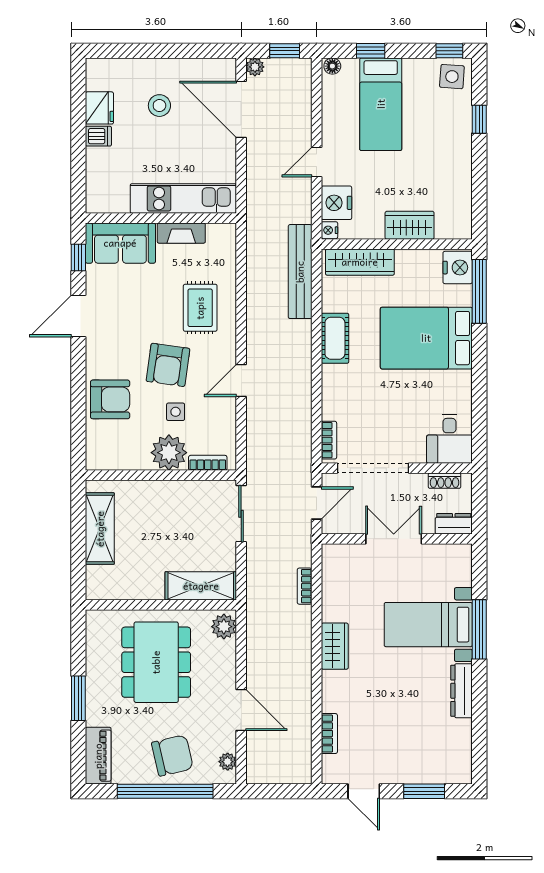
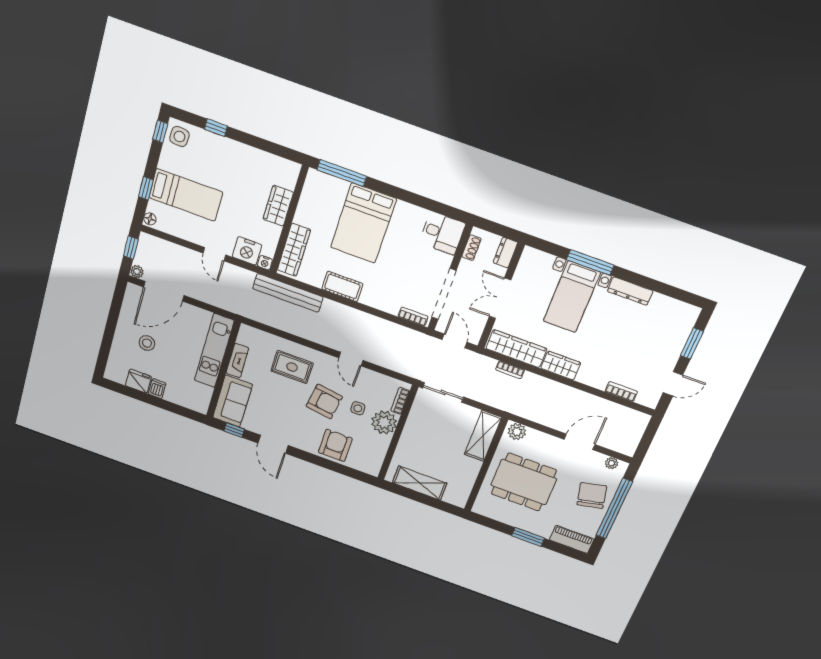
nightstand: (458, 268) -> (319, 182), removed
wardrobe: (336, 583) -> (516, 349), added

